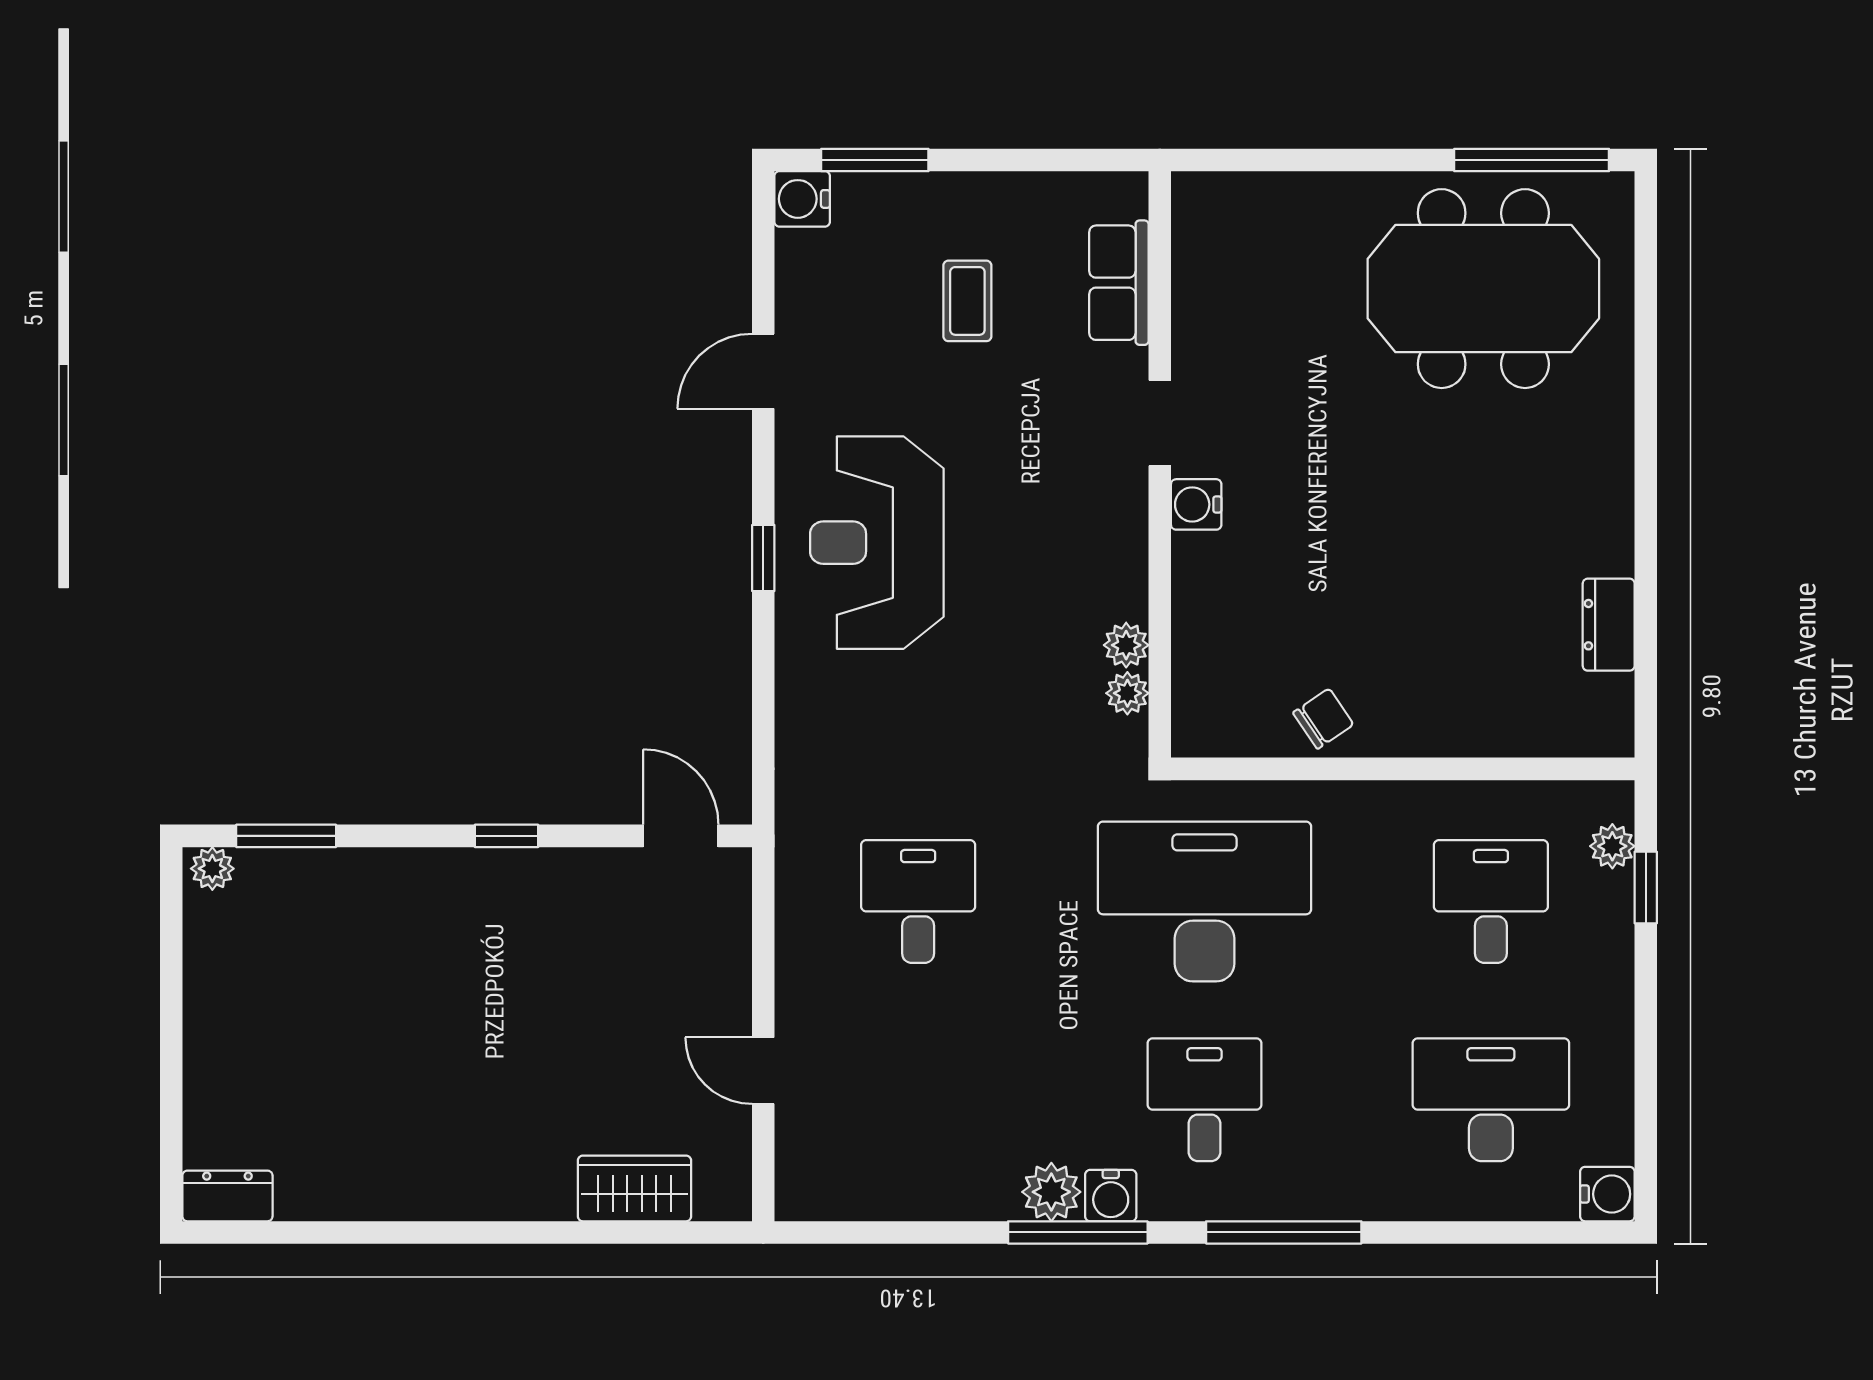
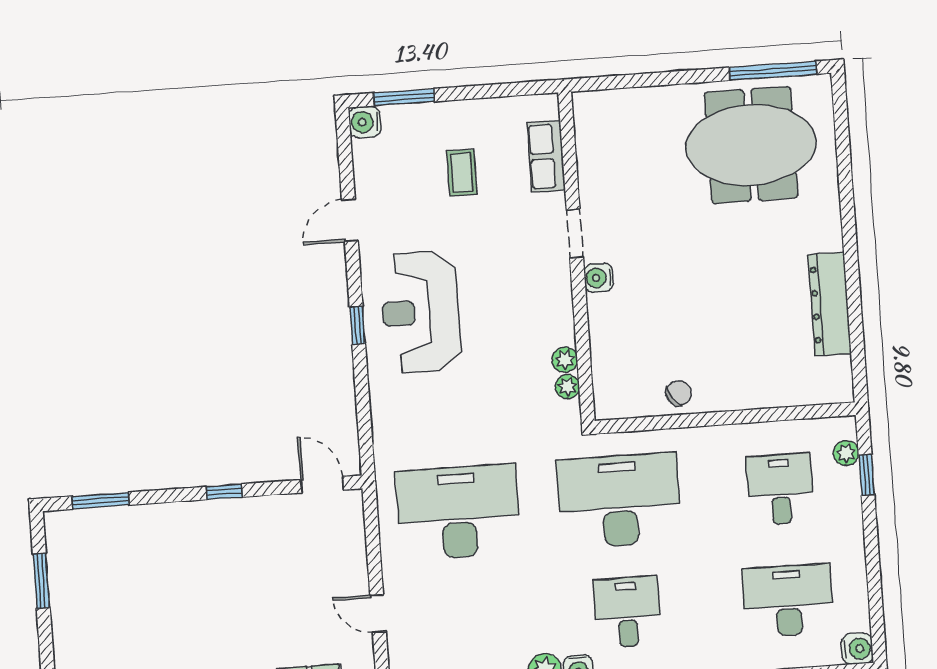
dresser: (1609, 625) -> (830, 304), width x1.96, depth x1.24
plant: (212, 869) -> (60, 522), removed
desk: (918, 902) -> (458, 512), width x1.87, depth x1.30
window: (171, 970) -> (41, 581), added

